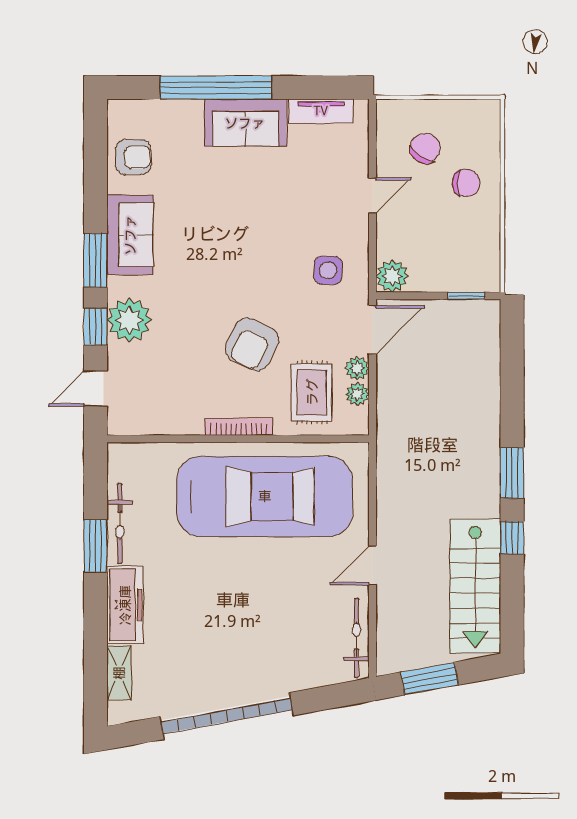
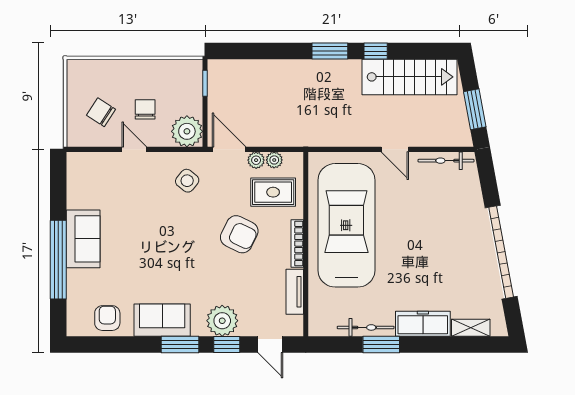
tv unit: (321, 111) -> (295, 292), moved, turned 180
chair: (466, 183) -> (145, 109), moved
side table: (328, 270) -> (187, 181), turned 37
plant: (392, 276) -> (187, 131), width x1.36, depth x1.36

